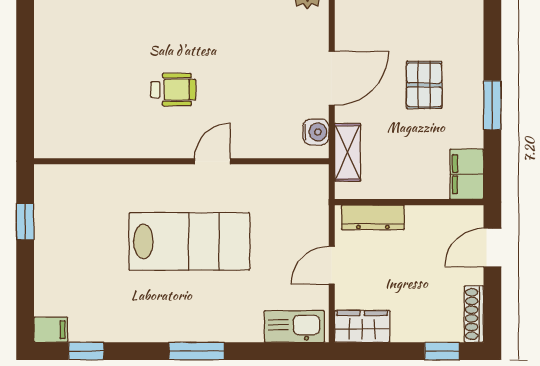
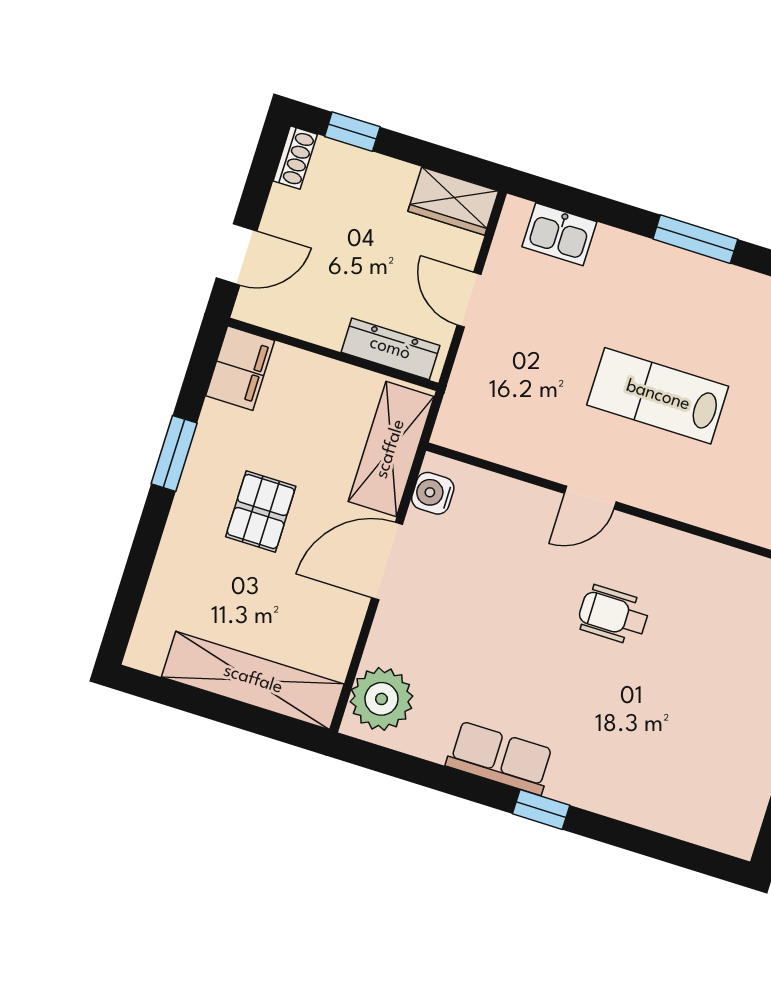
shelving: (348, 152) -> (391, 449), width x1.50, depth x1.33
lab bench: (189, 241) -> (658, 396), width x0.73, depth x0.72
door: (332, 265) -> (469, 300), swing flipped
shoe rack: (474, 314) -> (295, 158), width x0.70
kitchen sink: (294, 326) -> (559, 234), width x0.73

